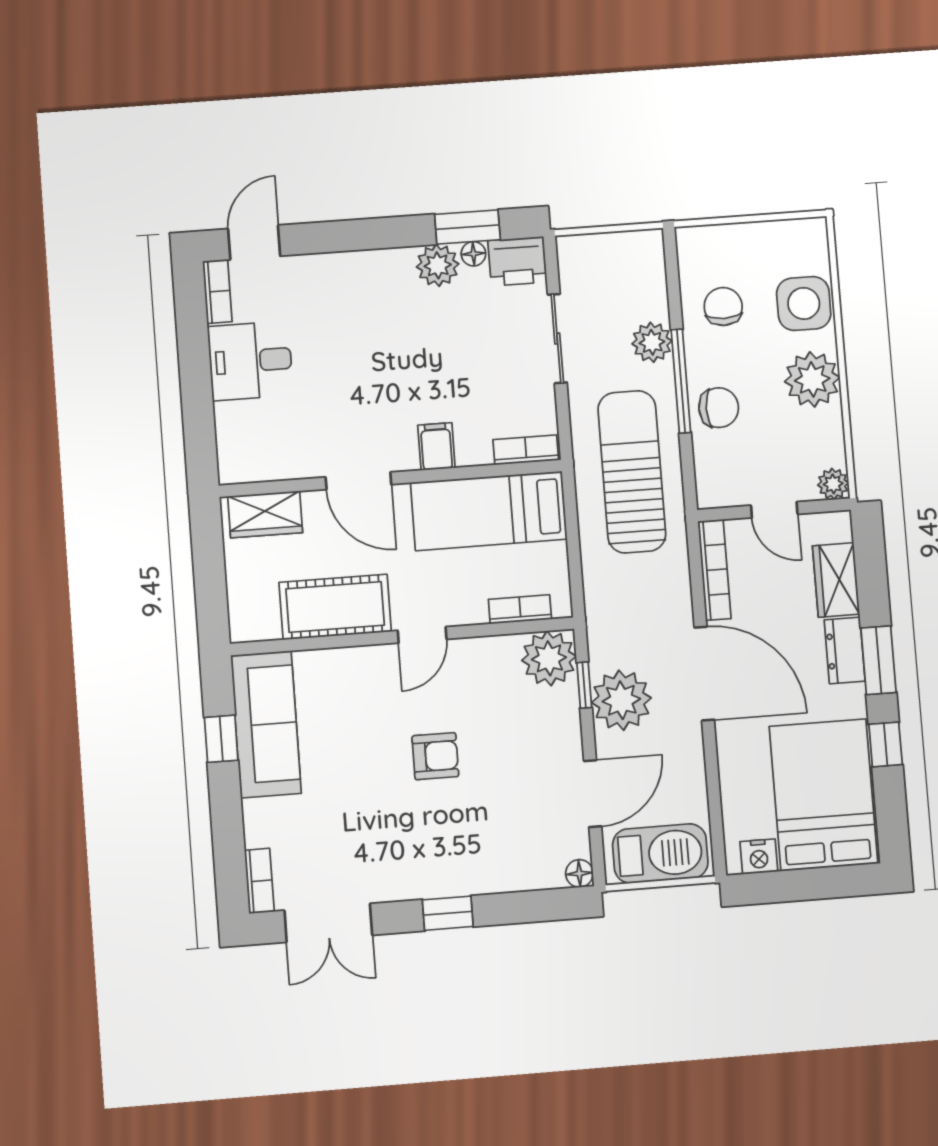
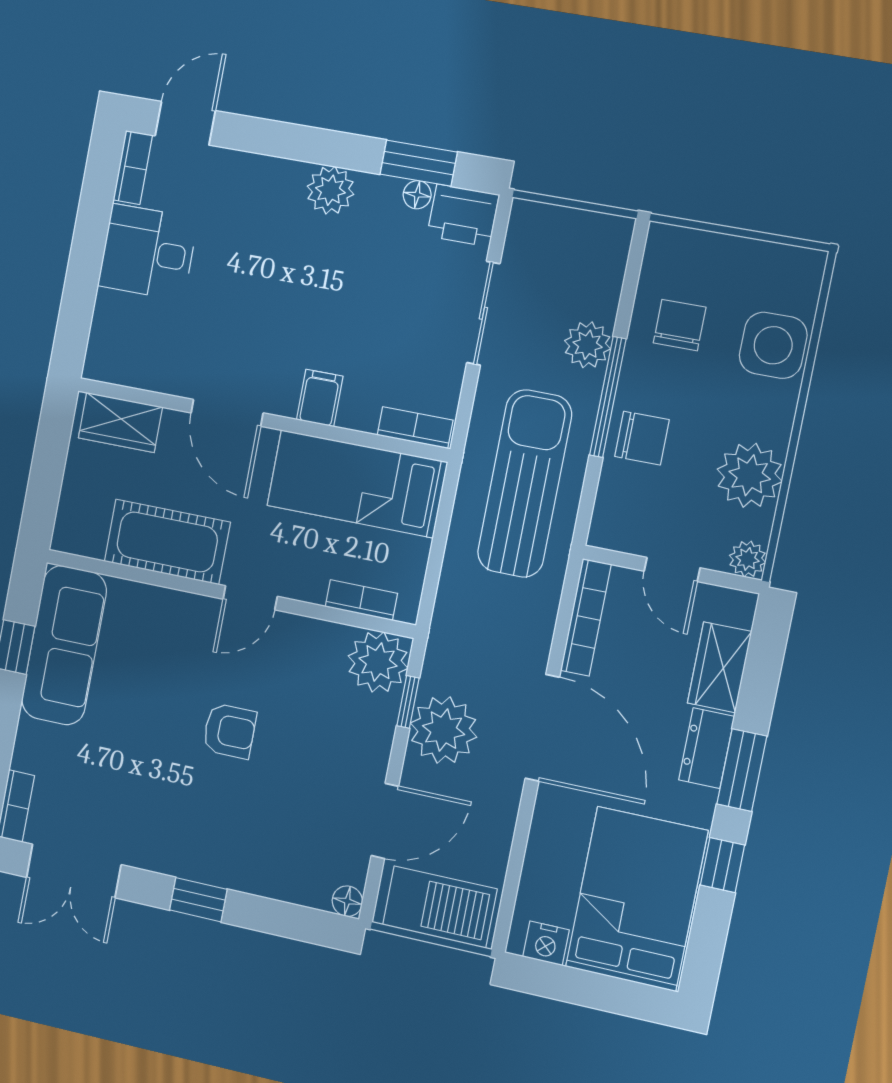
plant: (438, 265) -> (330, 190), moved
plant: (812, 379) -> (750, 475), moved

